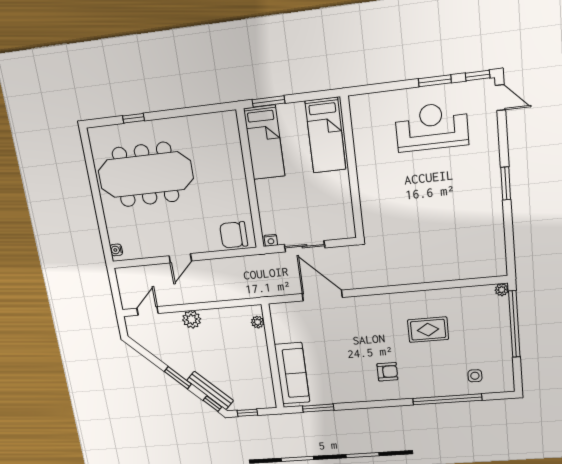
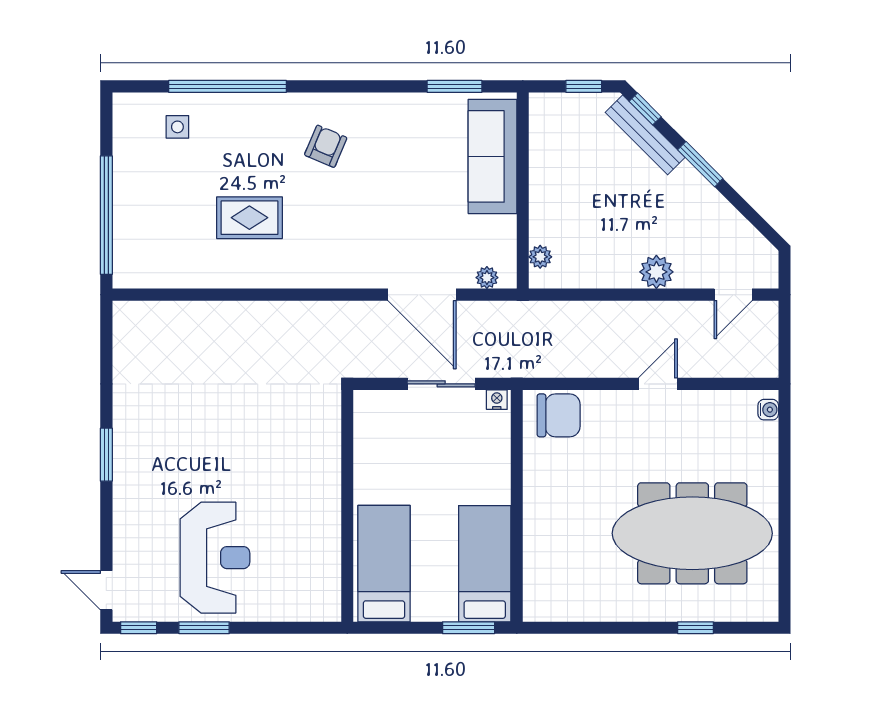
reception desk: (432, 127) -> (215, 558), turned -90
plant: (502, 290) -> (487, 278), moved
armchair: (387, 372) -> (326, 146), turned 113

